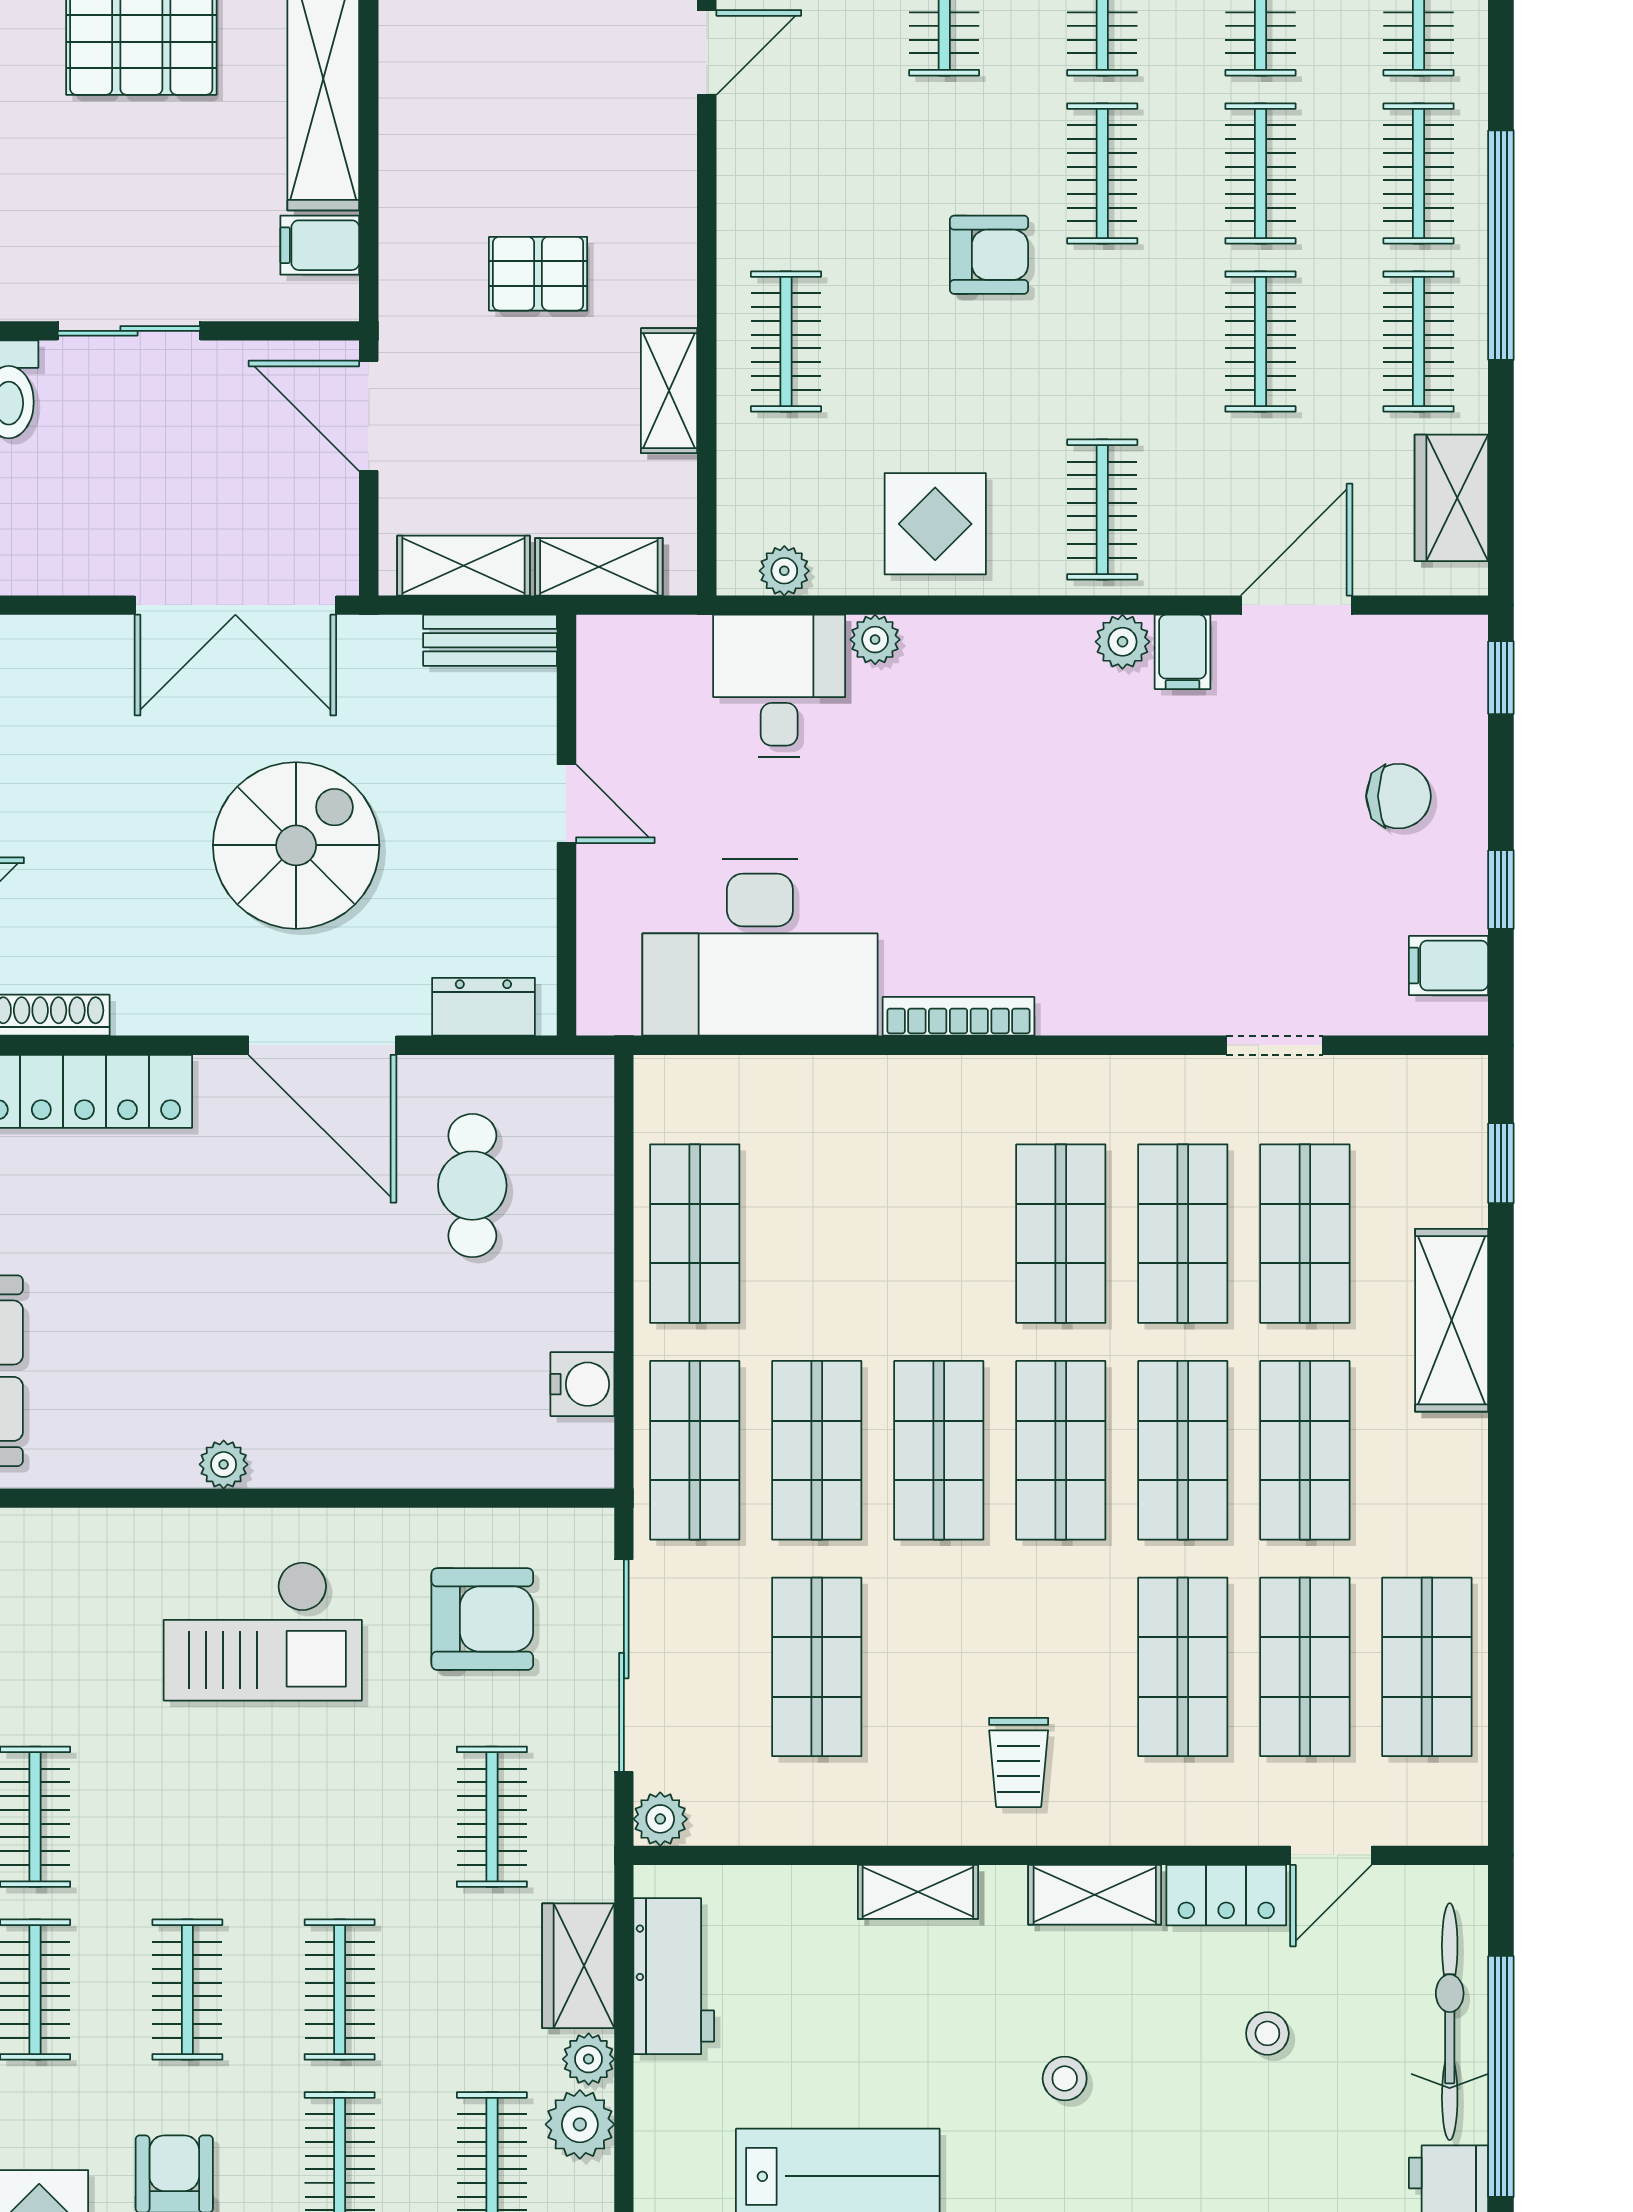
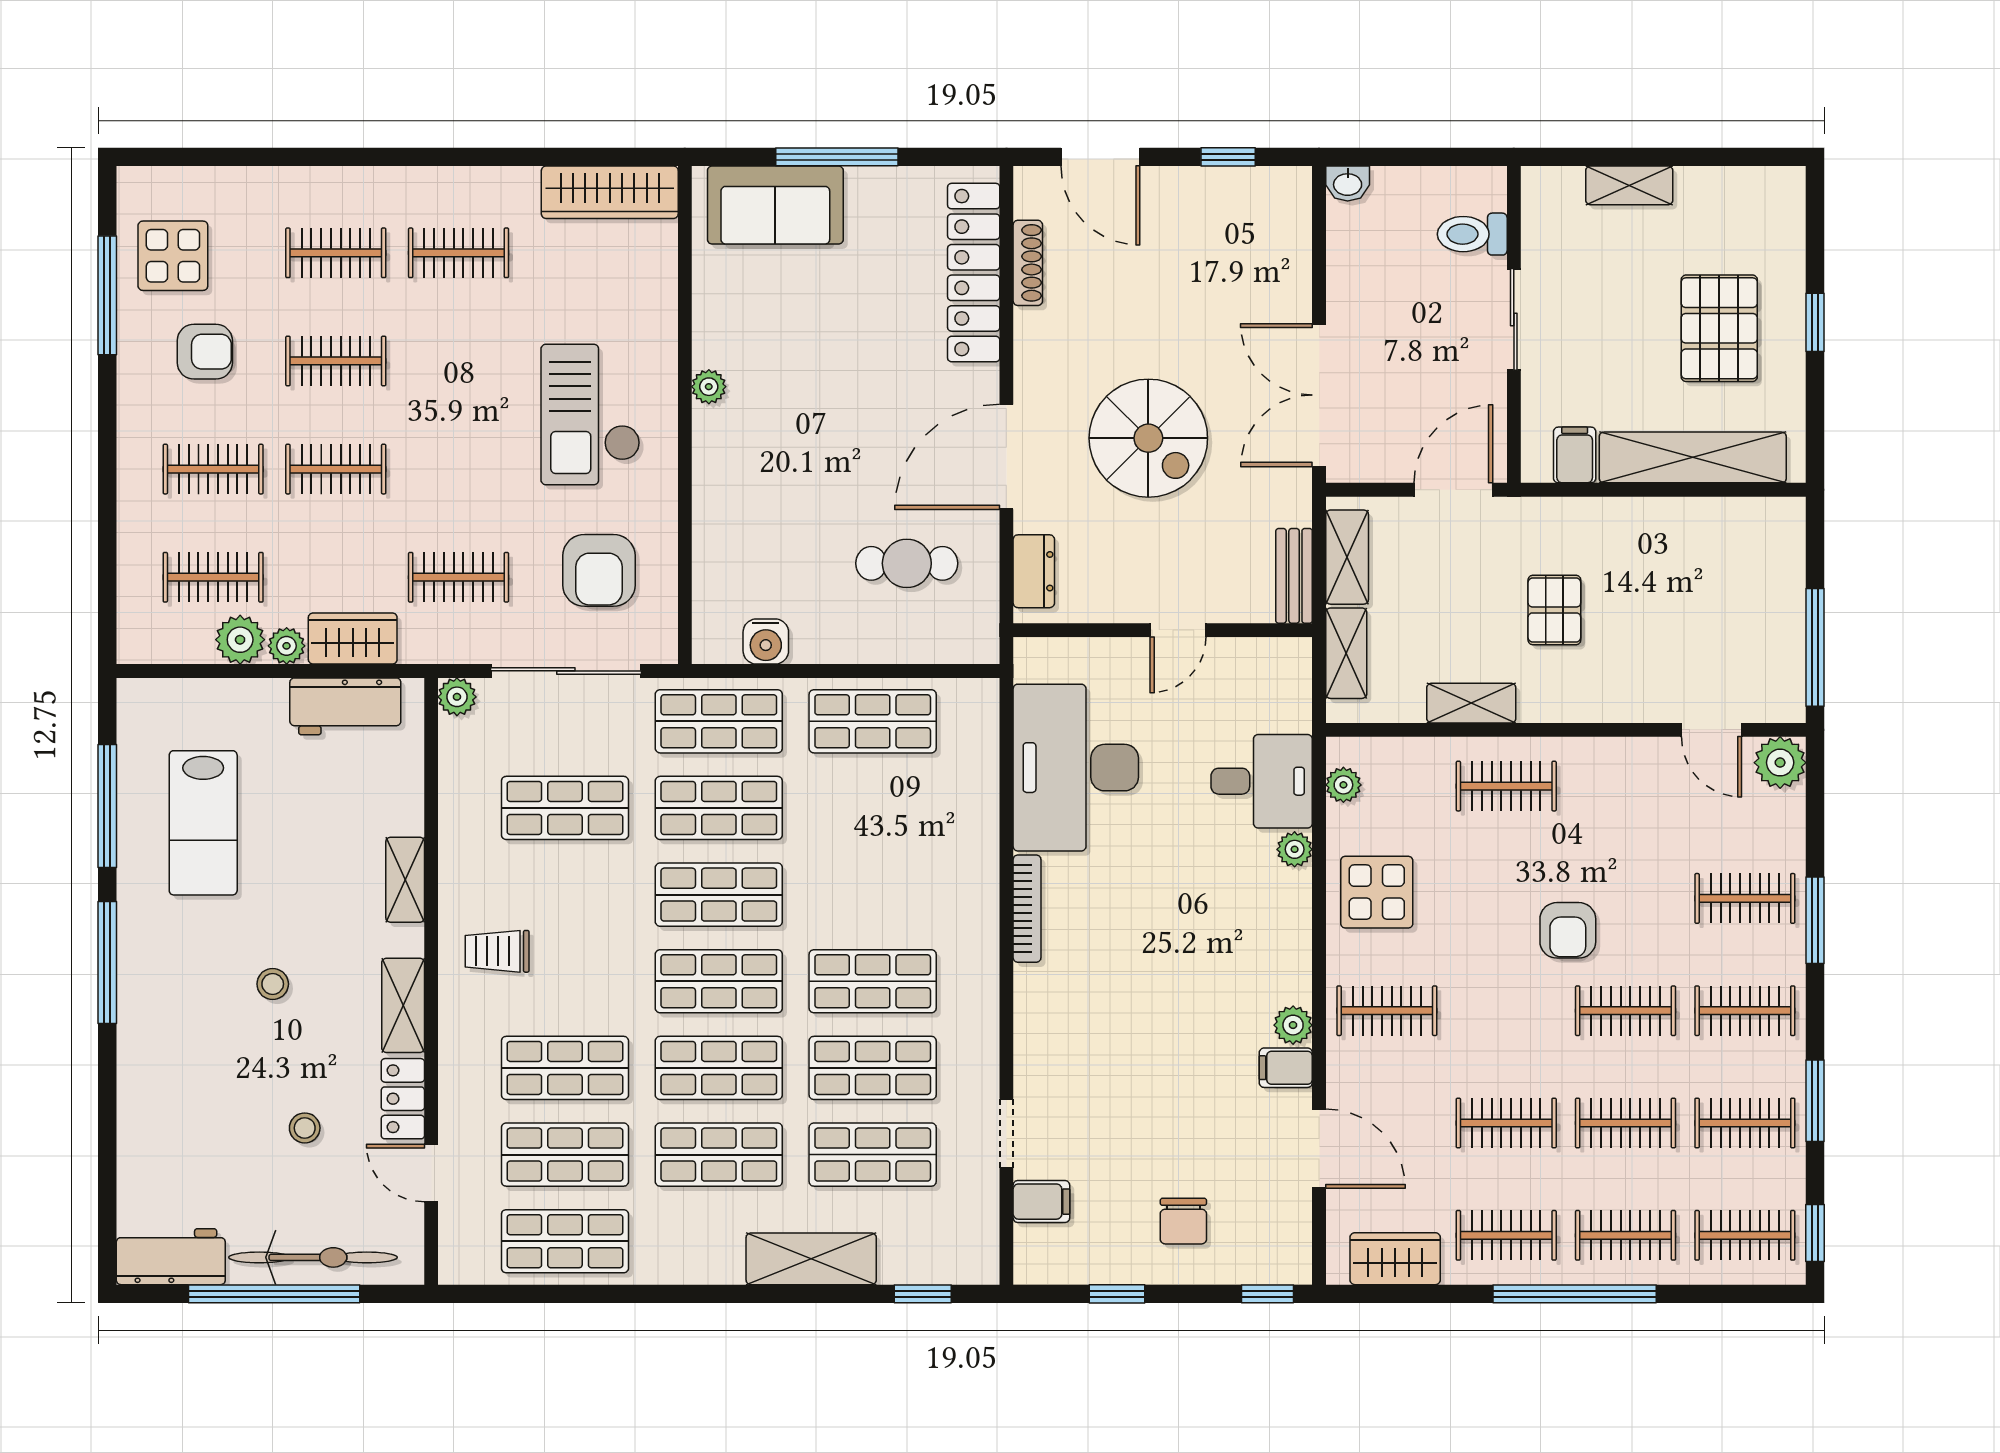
filing cabinet: (1449, 966) -> (1041, 1202), moved, turned 90

